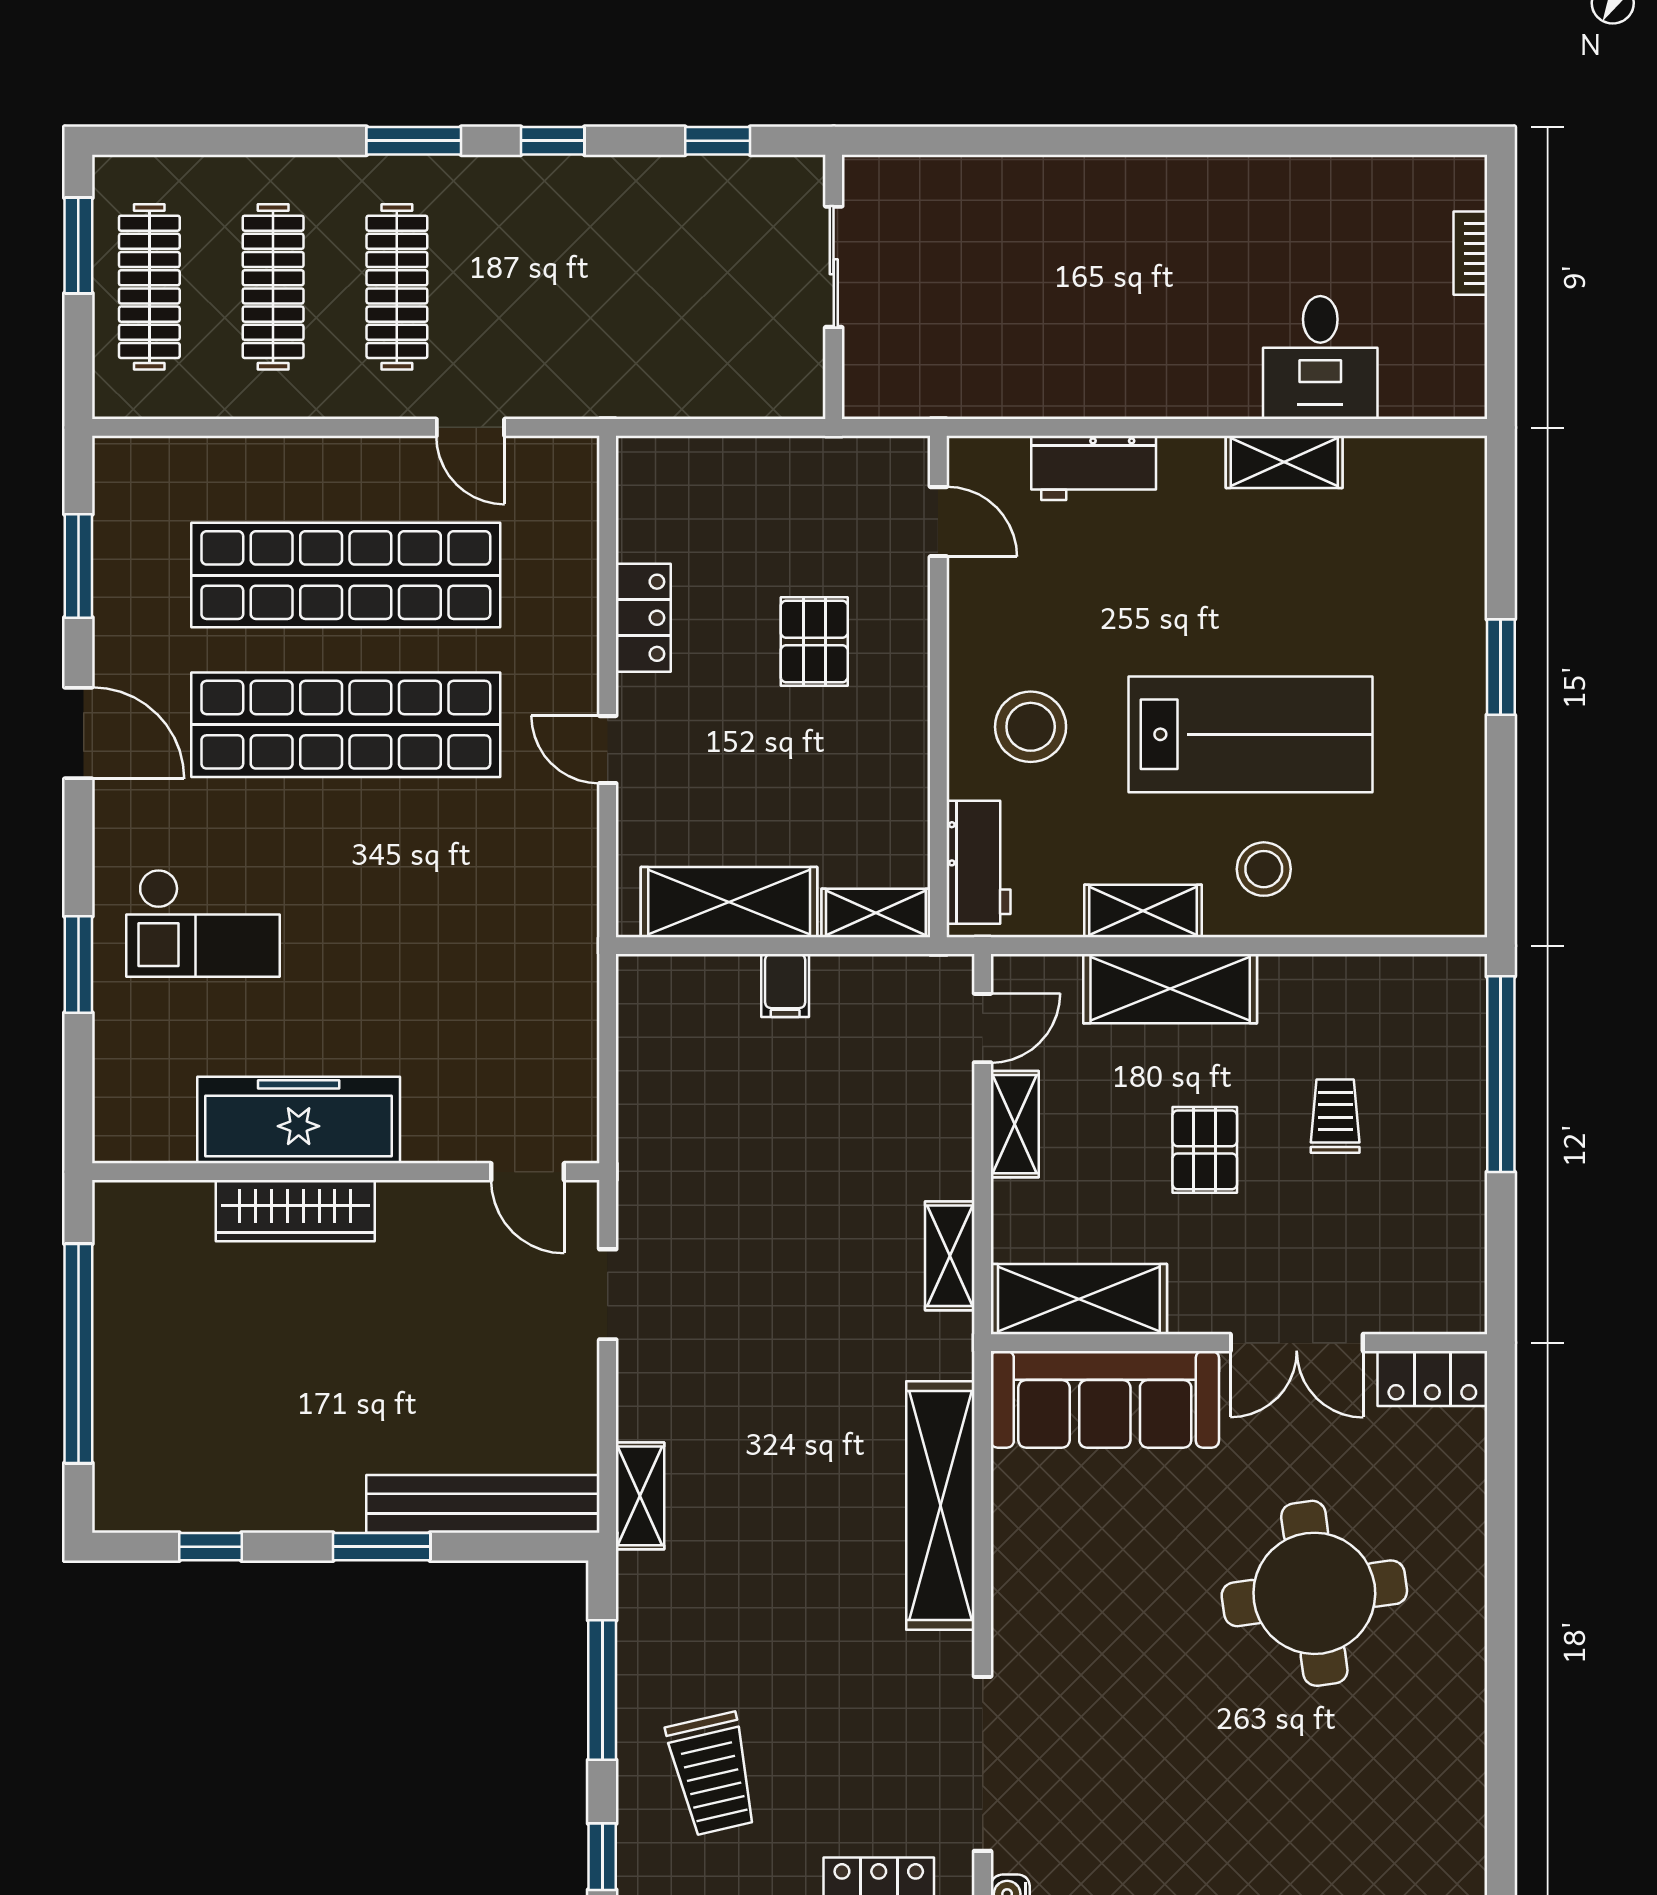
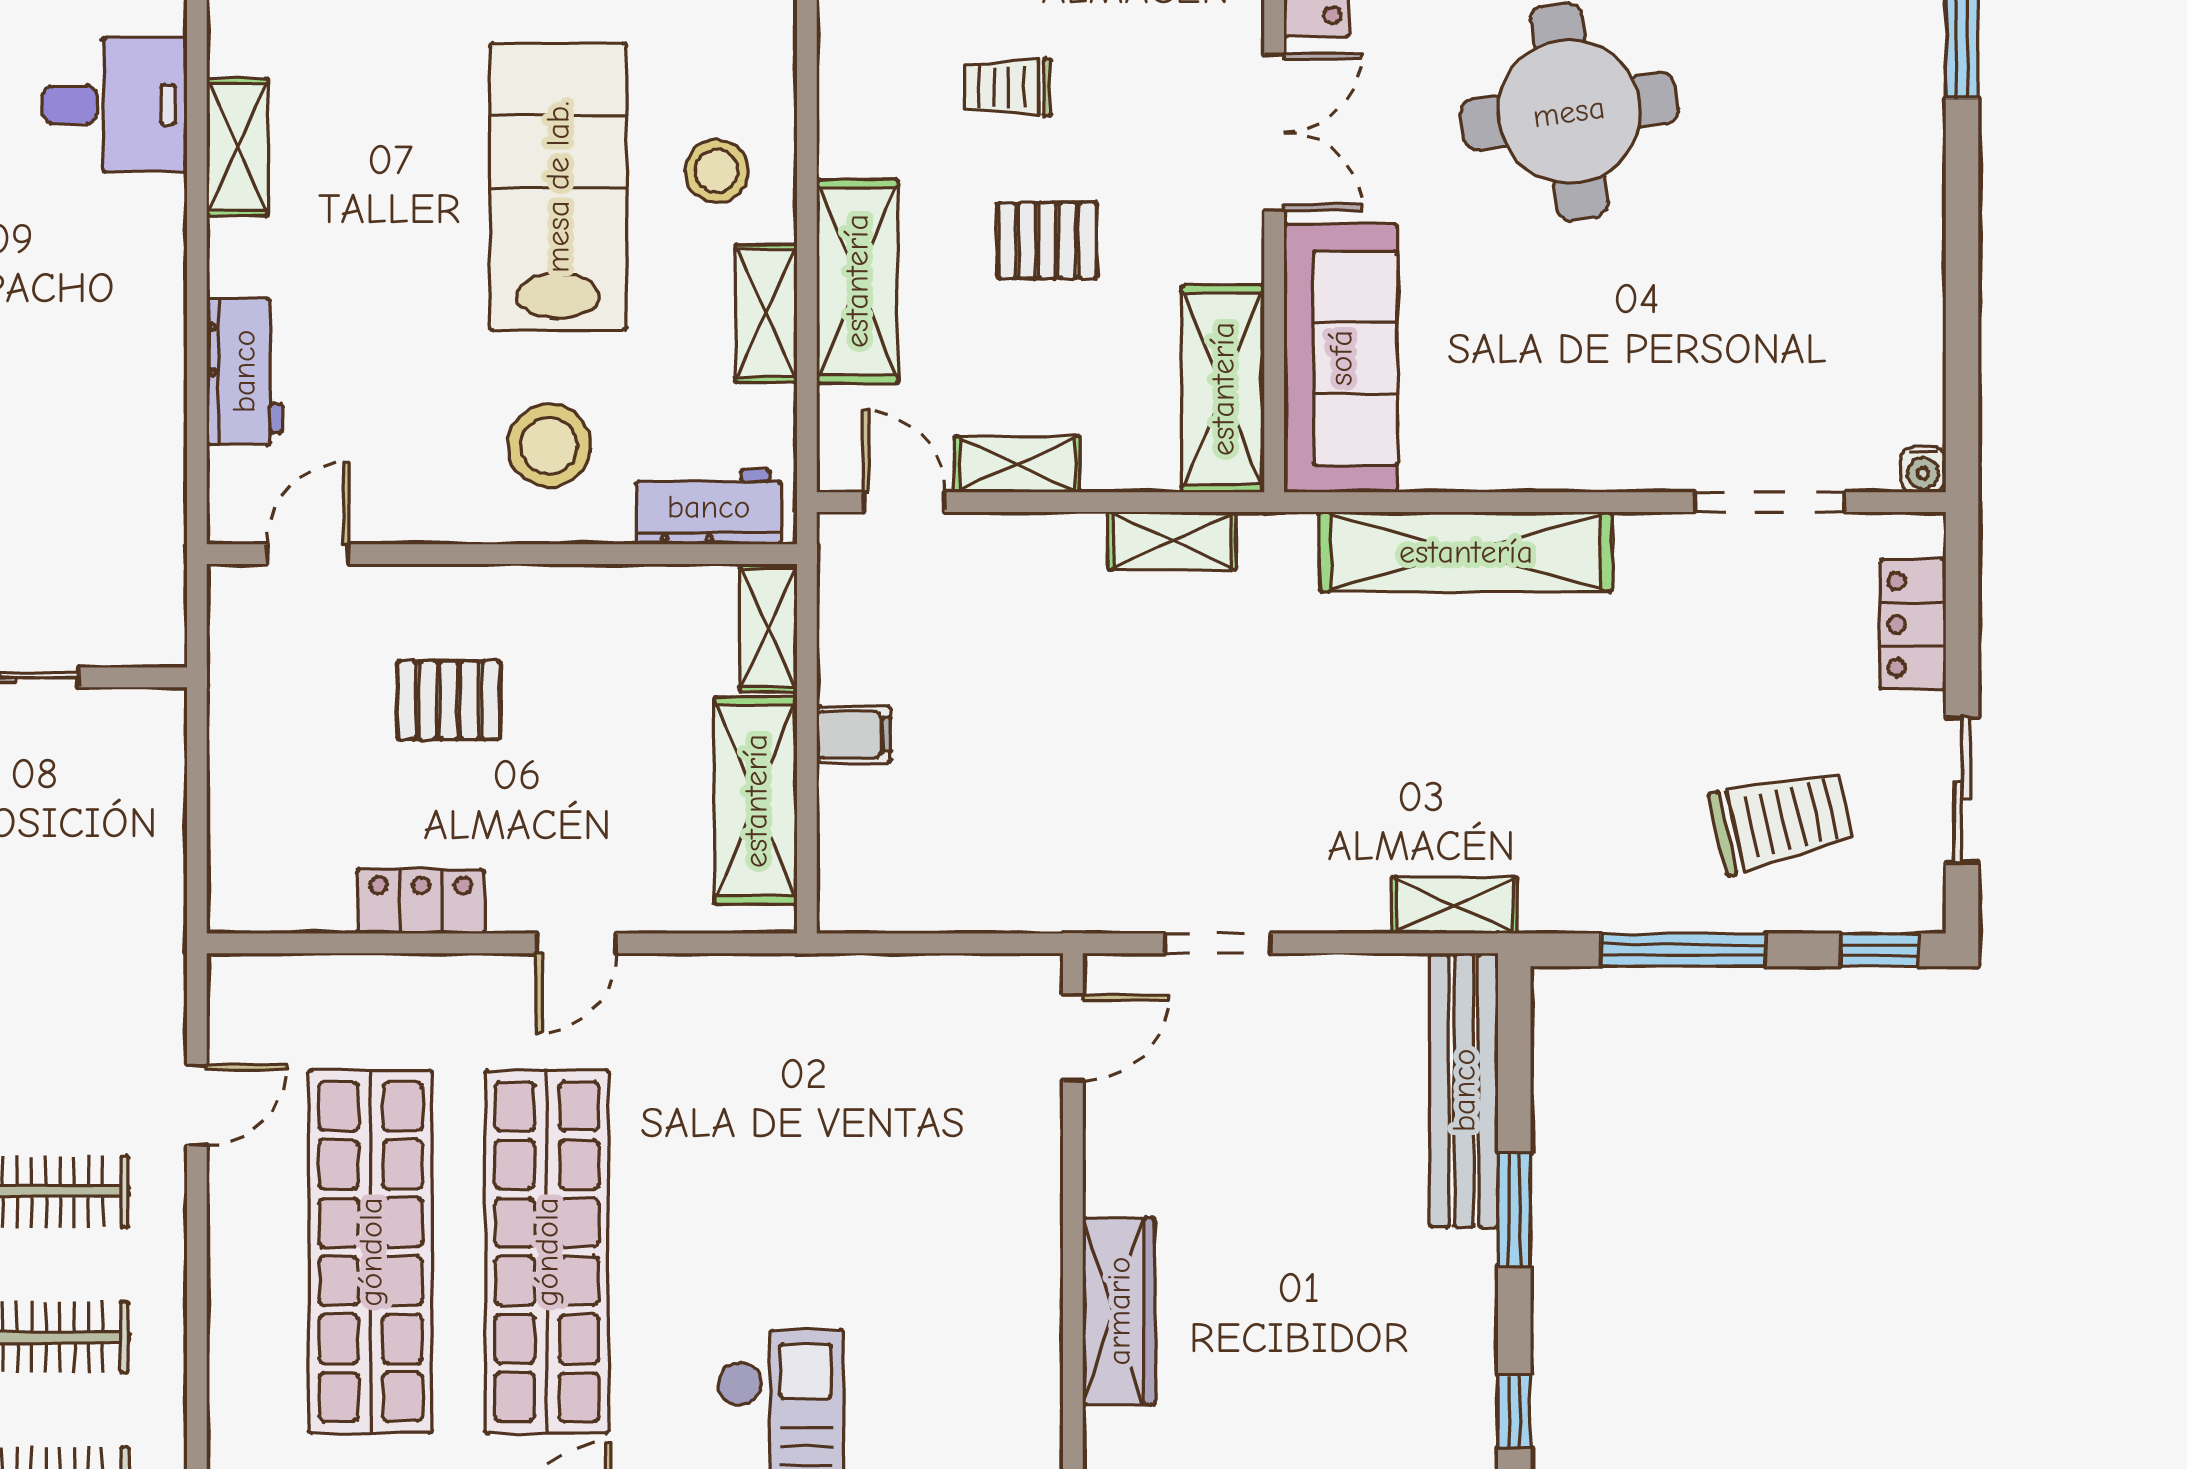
freezer: (299, 1120) -> (1012, 1307), removed
doorway: (983, 1764) -> (1770, 502), width x0.73

